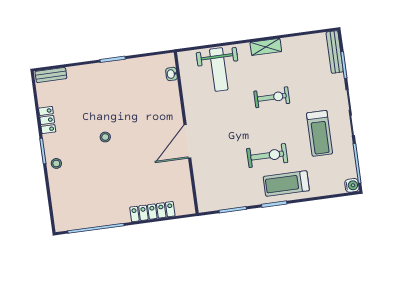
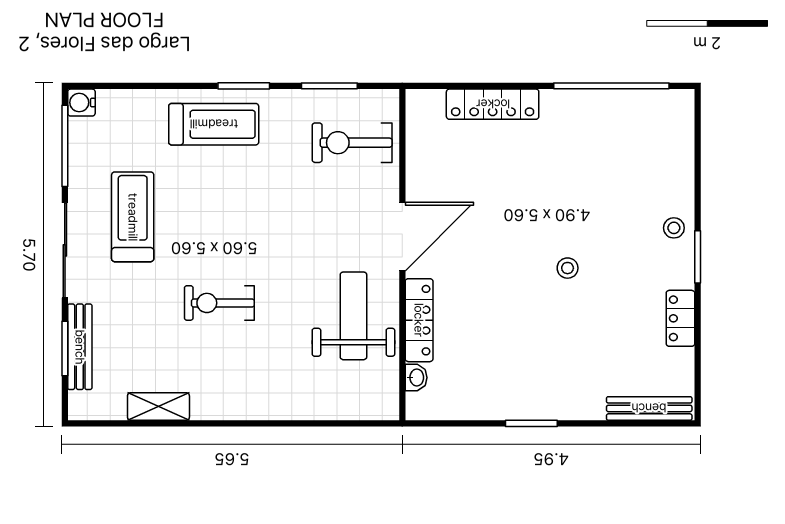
shelving: (266, 47) -> (158, 407), moved
bench: (335, 52) -> (80, 347), moved
weight bench: (219, 70) -> (353, 316), moved
bench: (51, 75) -> (649, 408), width x1.36
locker: (174, 102) -> (419, 320), added
exercise bike: (267, 156) -> (352, 143), moved

